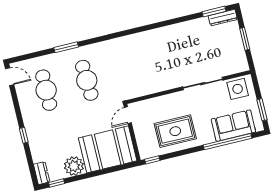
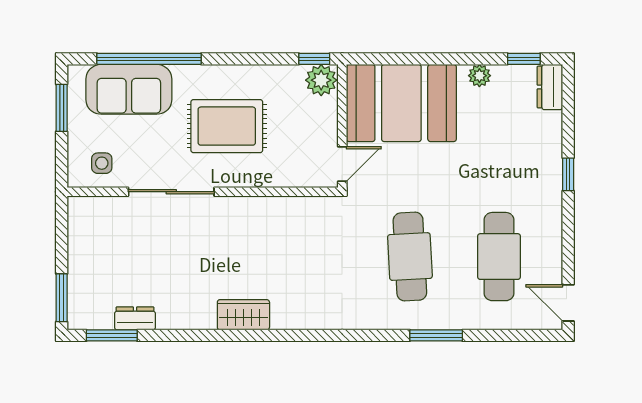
dresser: (223, 18) -> (135, 318), moved, width x0.70
wardrobe: (156, 35) -> (243, 315), added
window: (245, 39) -> (62, 298), moved
side table: (238, 89) -> (102, 163), width x0.54, depth x0.54
rug: (175, 131) -> (227, 126), moved
plant: (147, 151) -> (321, 80), added
plant: (74, 166) -> (479, 76), width x0.53, depth x0.53

